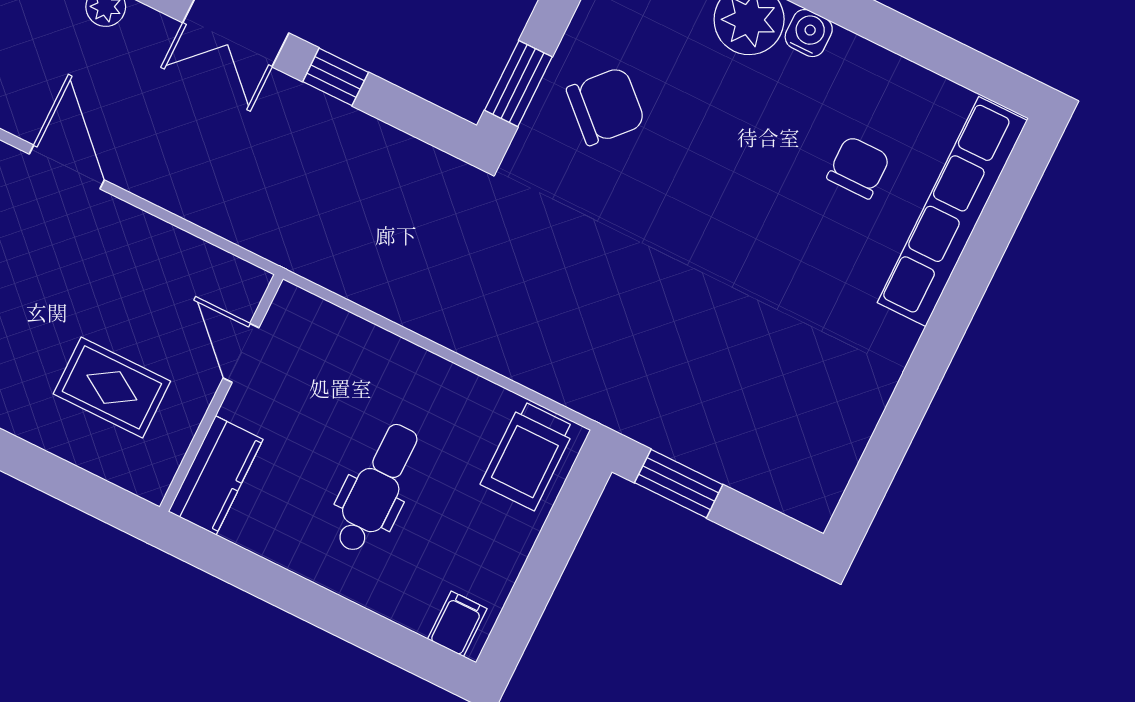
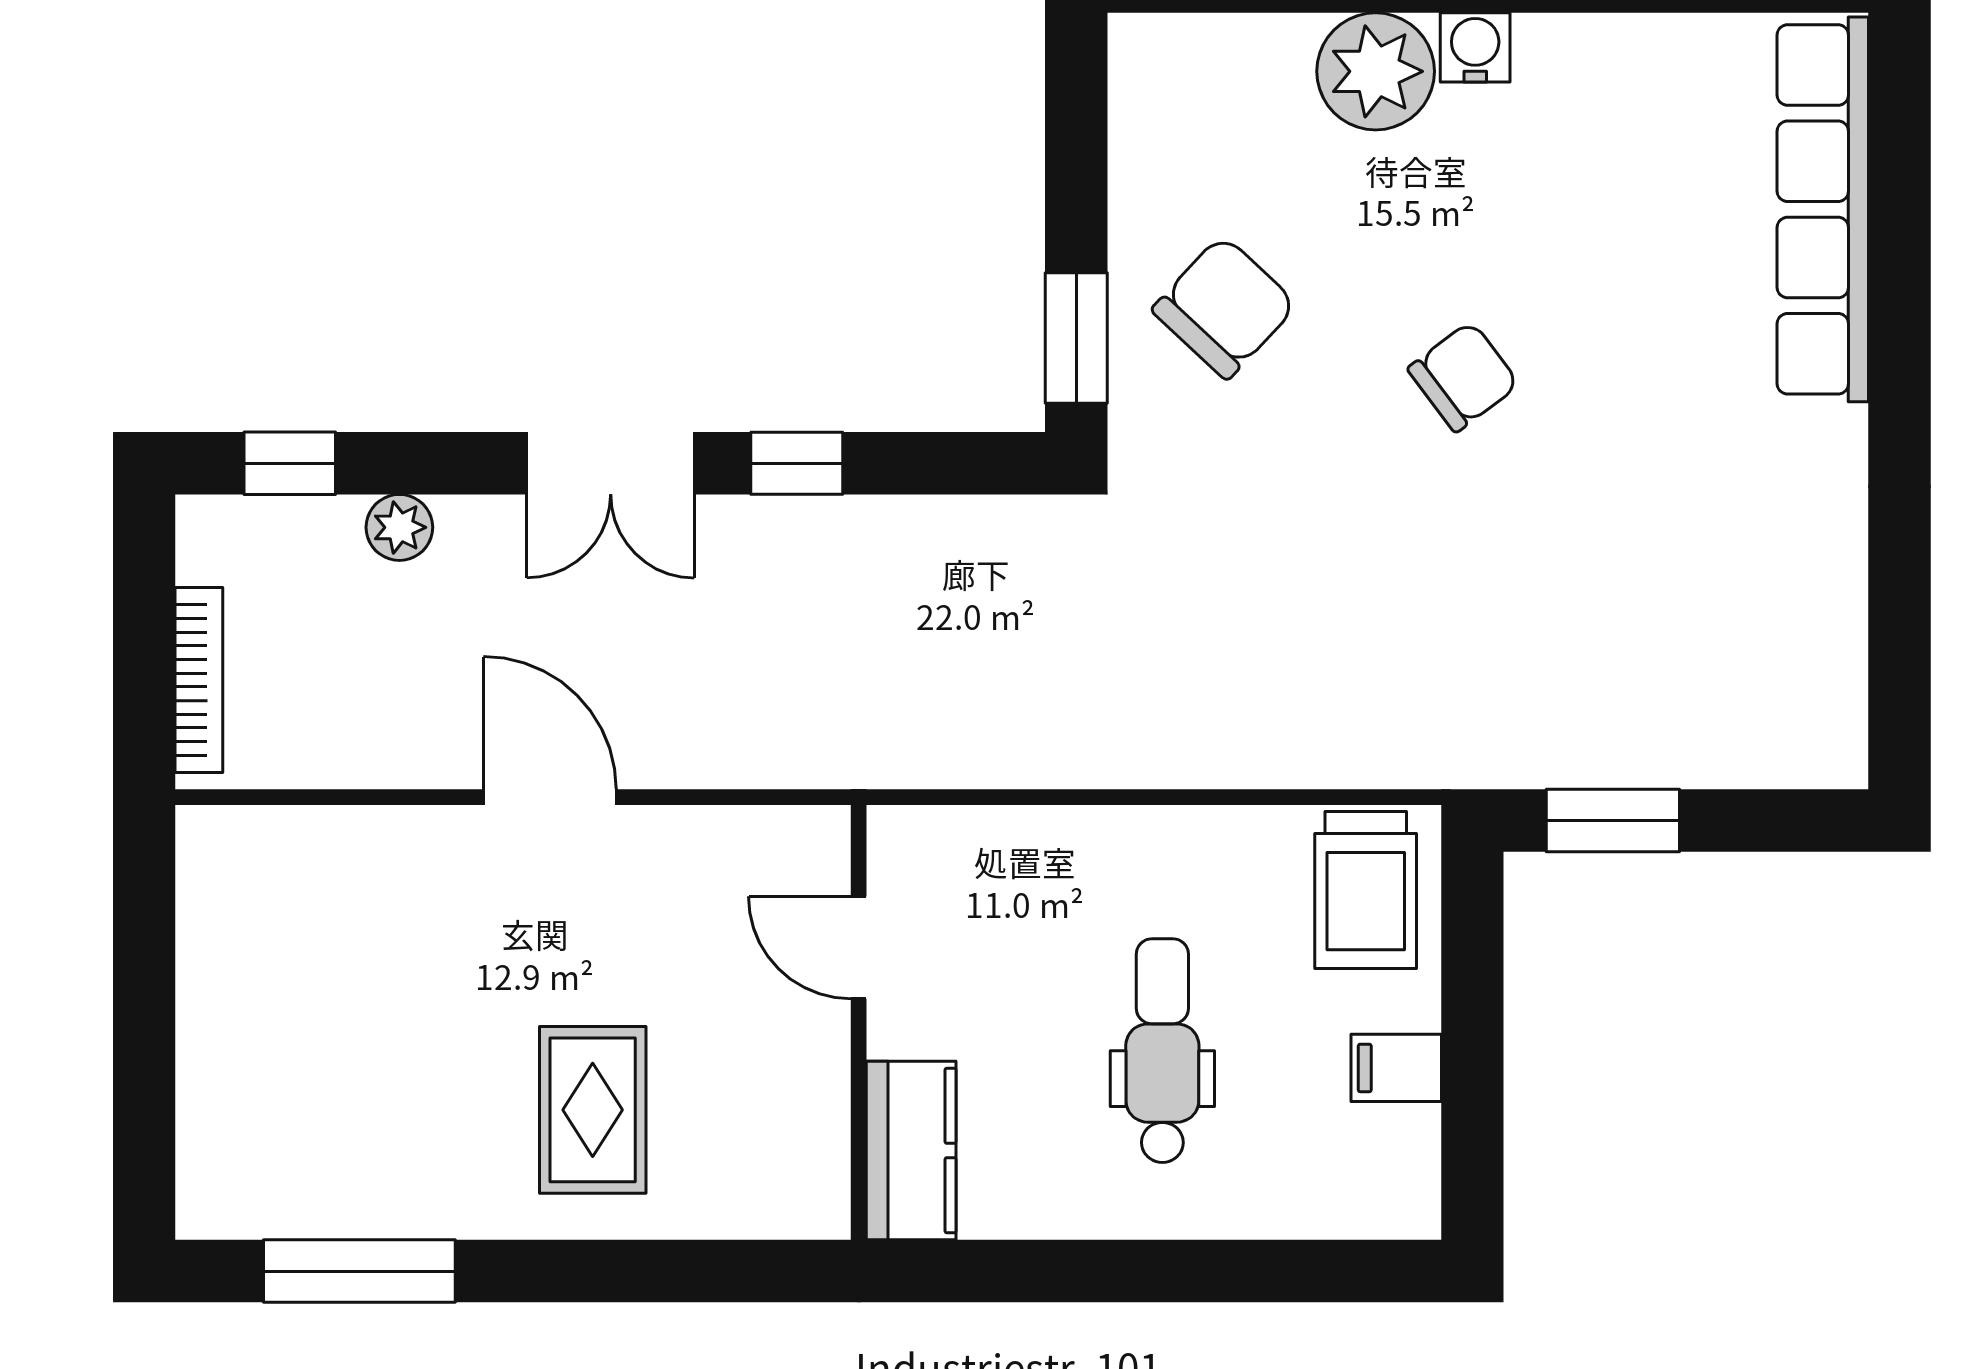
door: (67, 167) -> (550, 797), moved
chair: (858, 167) -> (1463, 377), moved, turned 53
rug: (112, 387) -> (593, 1110), moved, turned 90
filing cabinet: (457, 624) -> (1396, 1068), moved, turned -90

